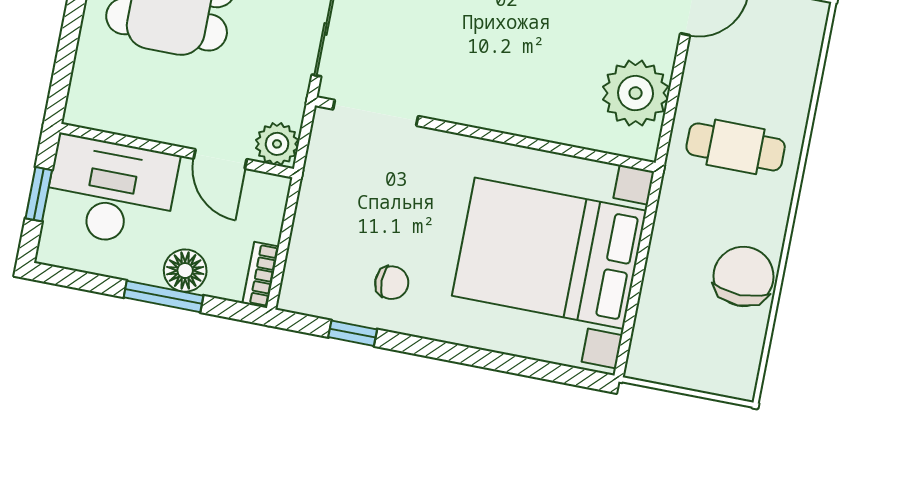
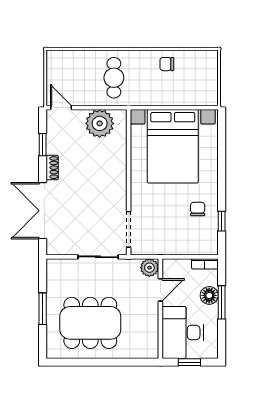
chair: (744, 276) -> (167, 64), width x0.54, depth x0.54

